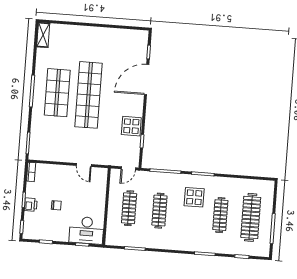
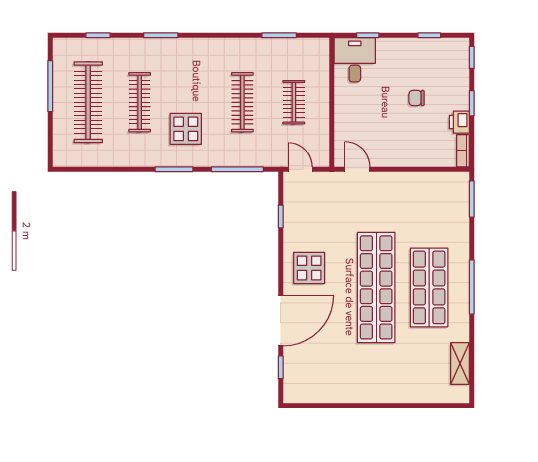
shelving: (43, 35) -> (460, 363), moved
display table: (131, 126) -> (309, 268), moved
door: (84, 165) -> (357, 169), moved
door: (128, 168) -> (300, 169), hinge flipped
printer: (31, 205) -> (459, 122), moved
clothes rail: (129, 208) -> (294, 102), width x0.73
desk: (87, 230) -> (355, 60), width x0.73

